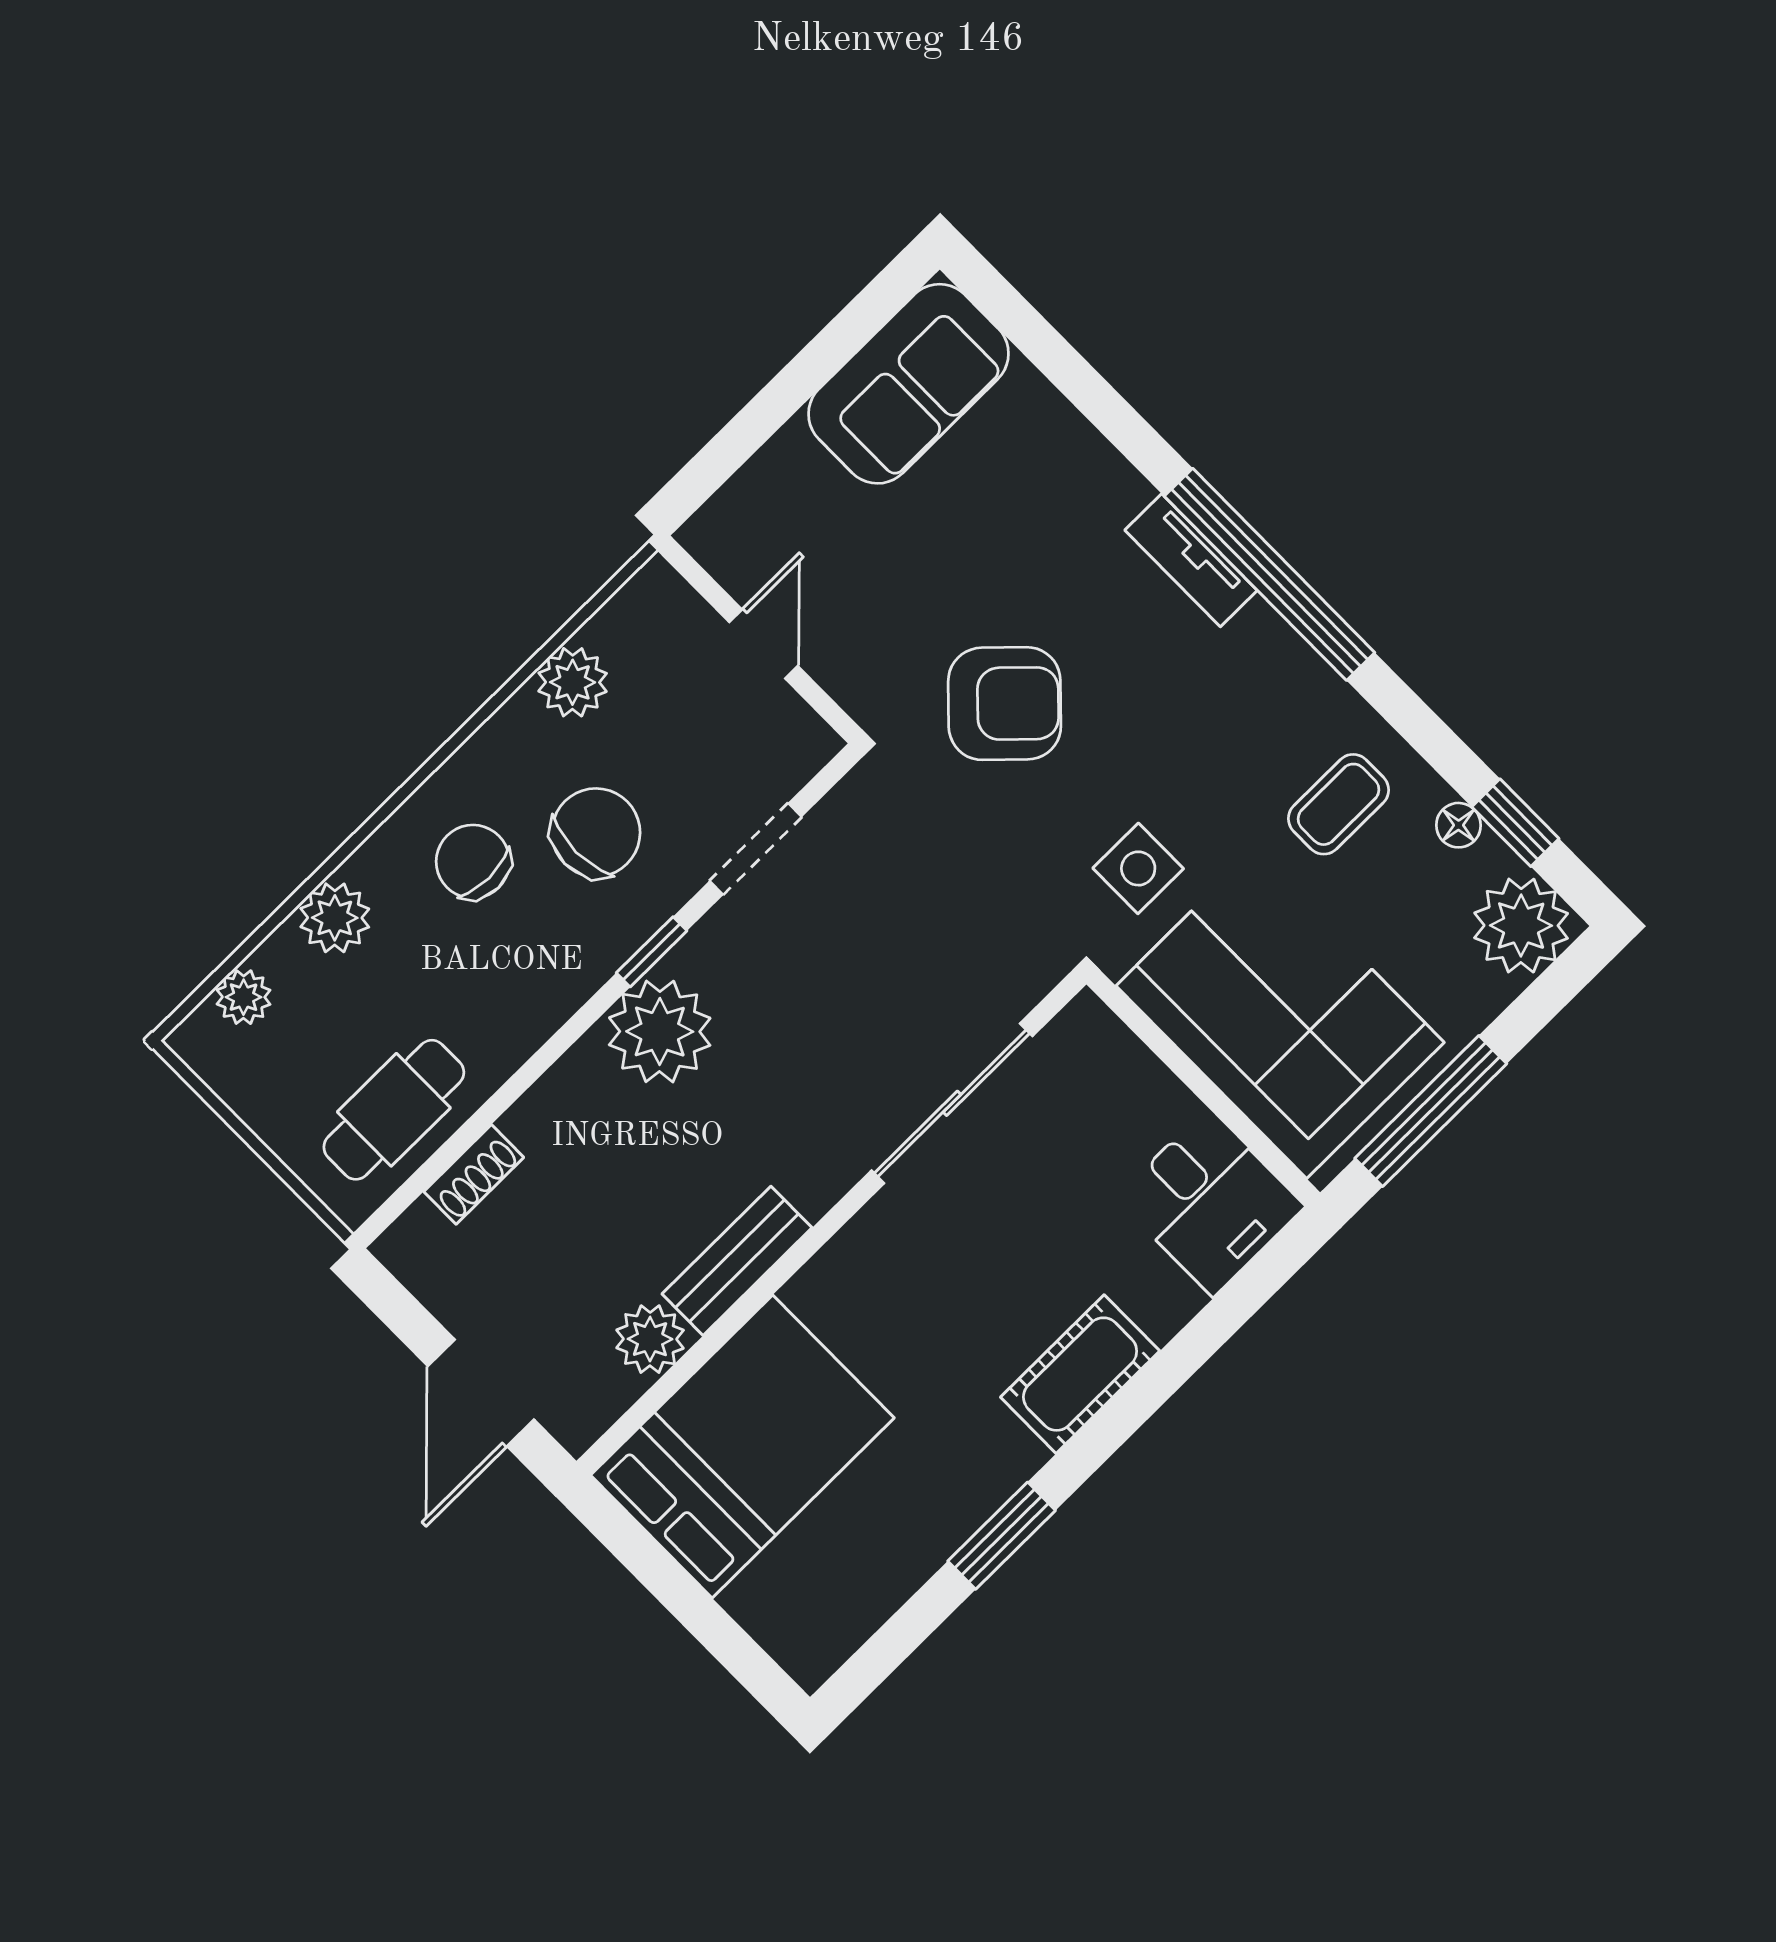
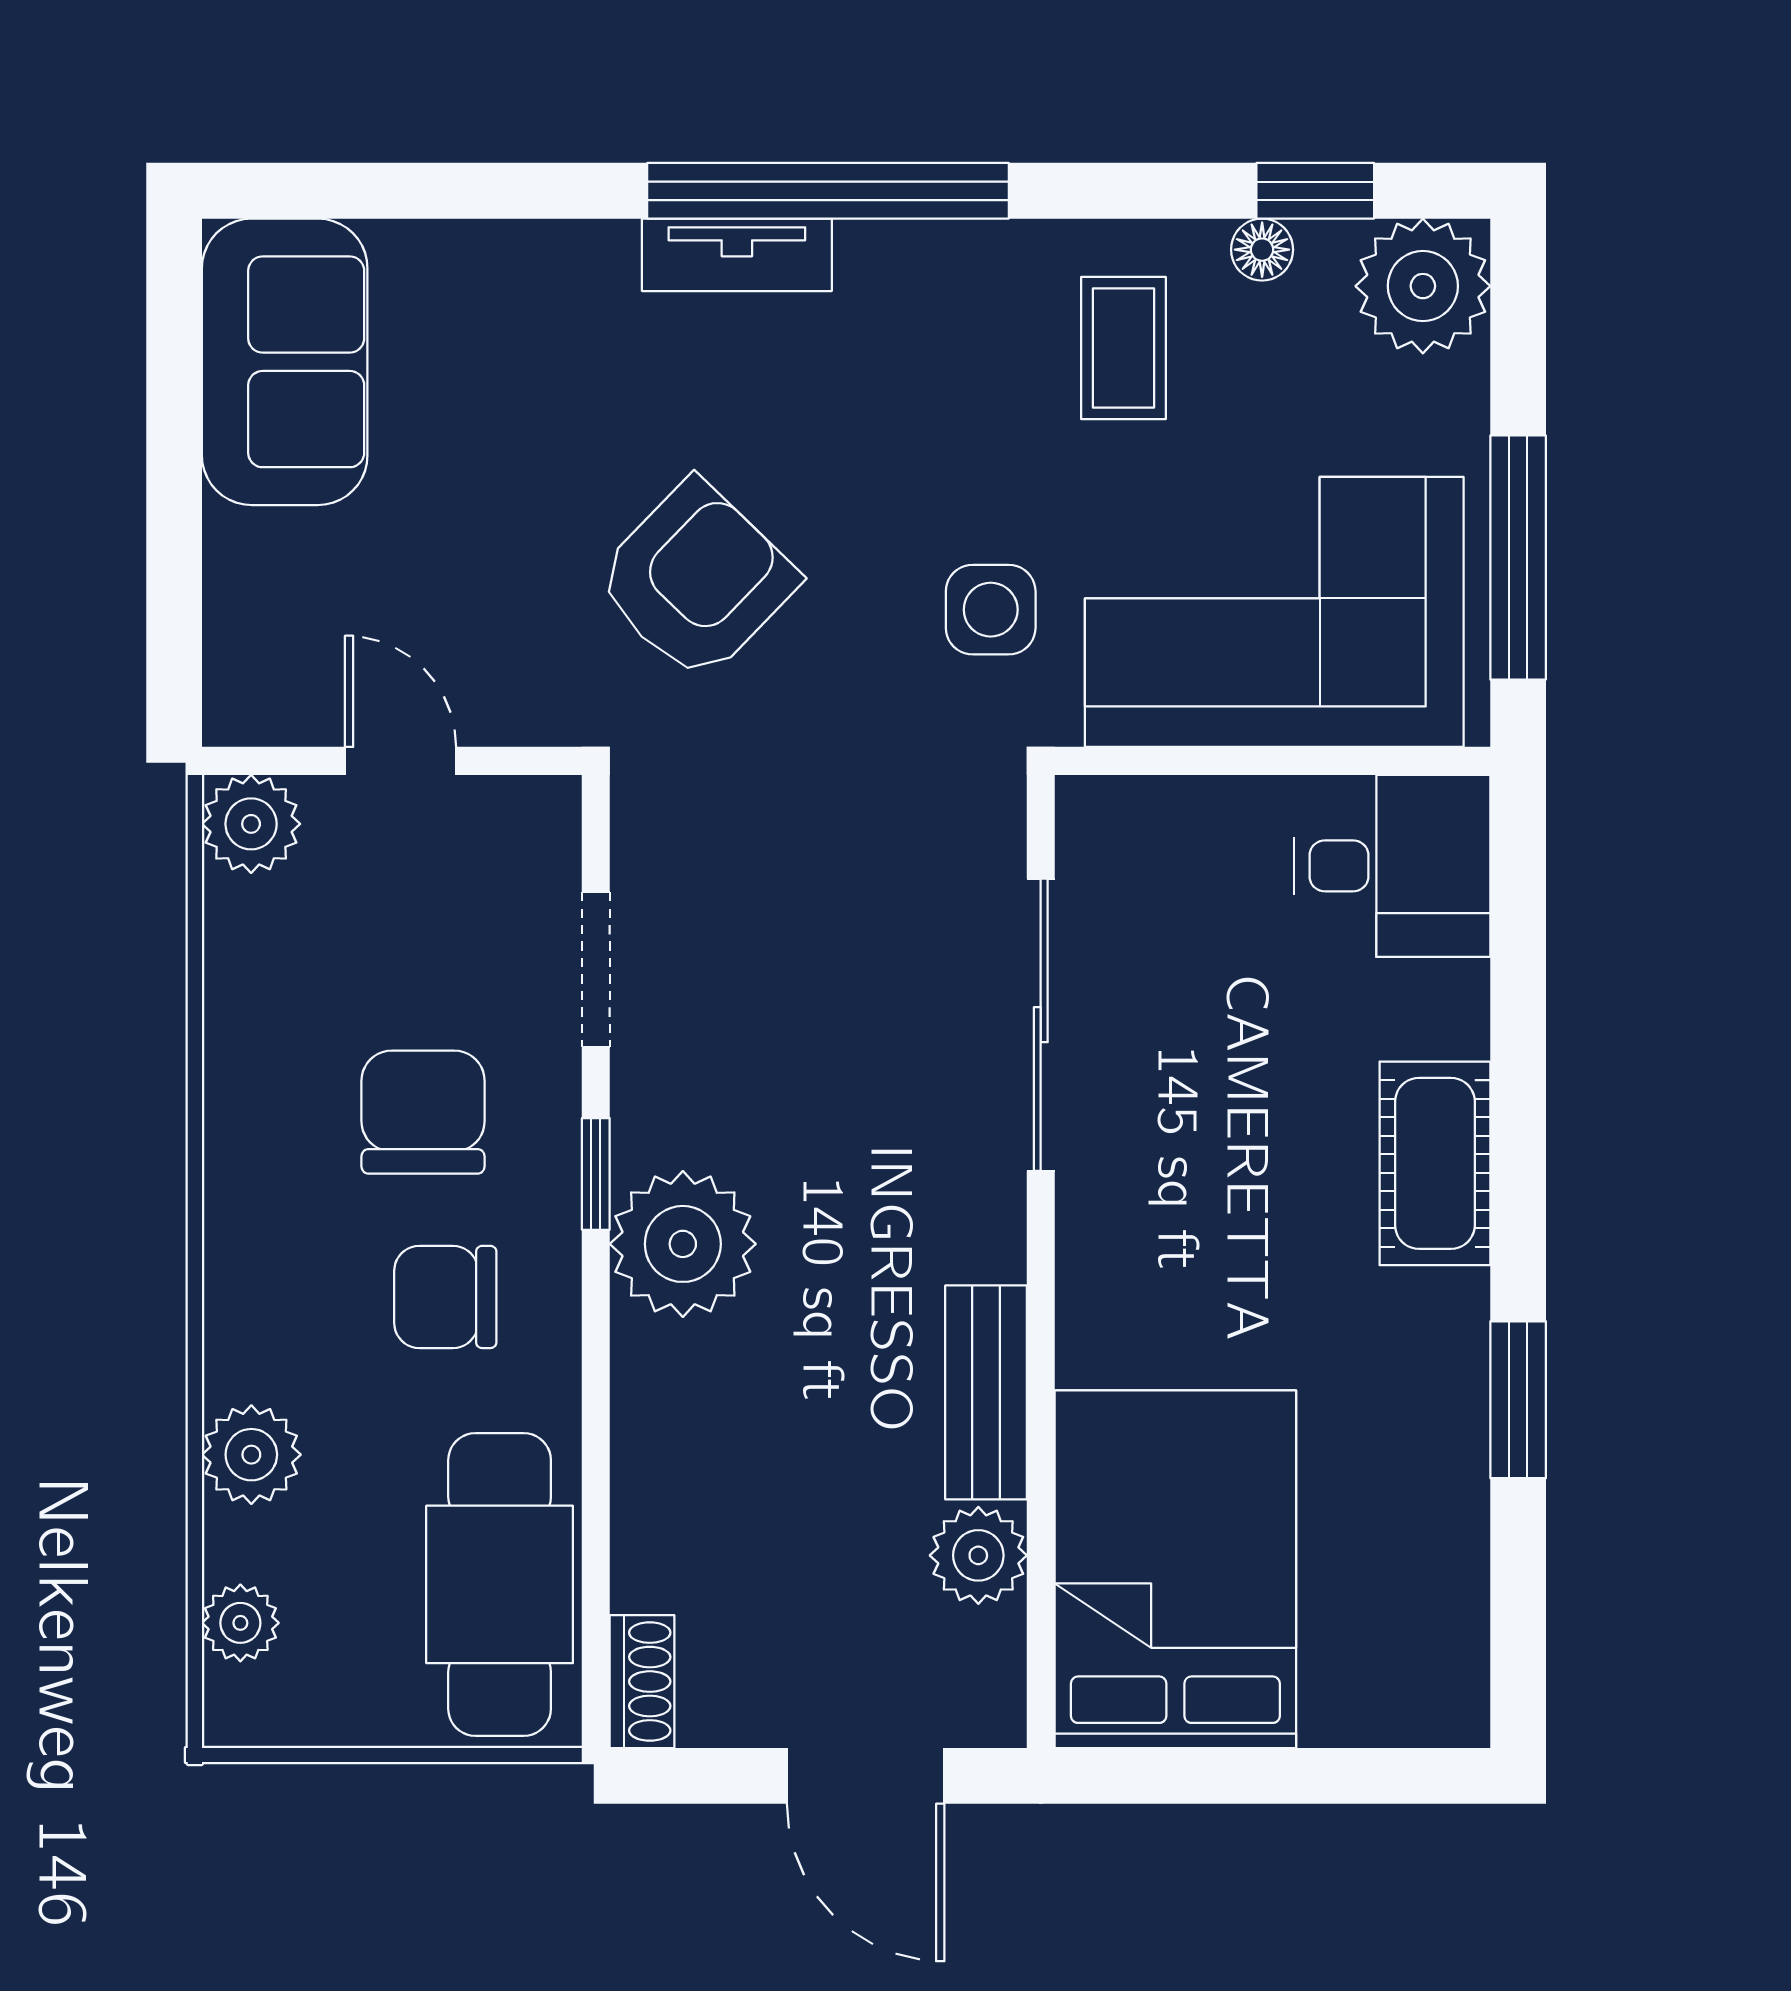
plant: (573, 682) -> (251, 824), moved
chair: (473, 862) -> (445, 1297), moved
cafe table: (394, 1110) -> (500, 1584), width x1.37, depth x1.35
shoe rack: (474, 1174) -> (642, 1682), moved

